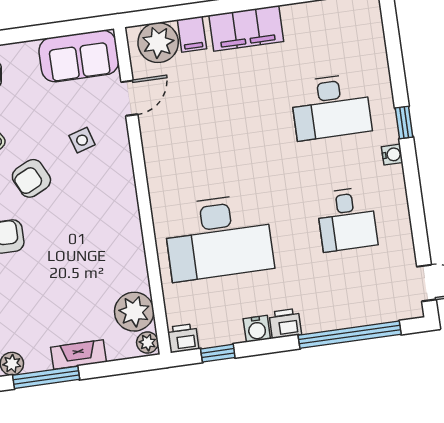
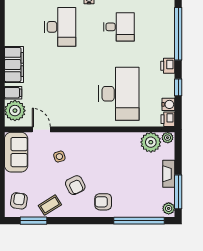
water cooler: (257, 329) -> (168, 104), moved
window: (218, 353) -> (178, 87), moved

